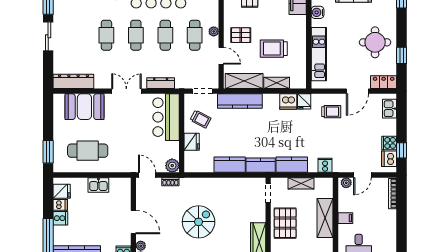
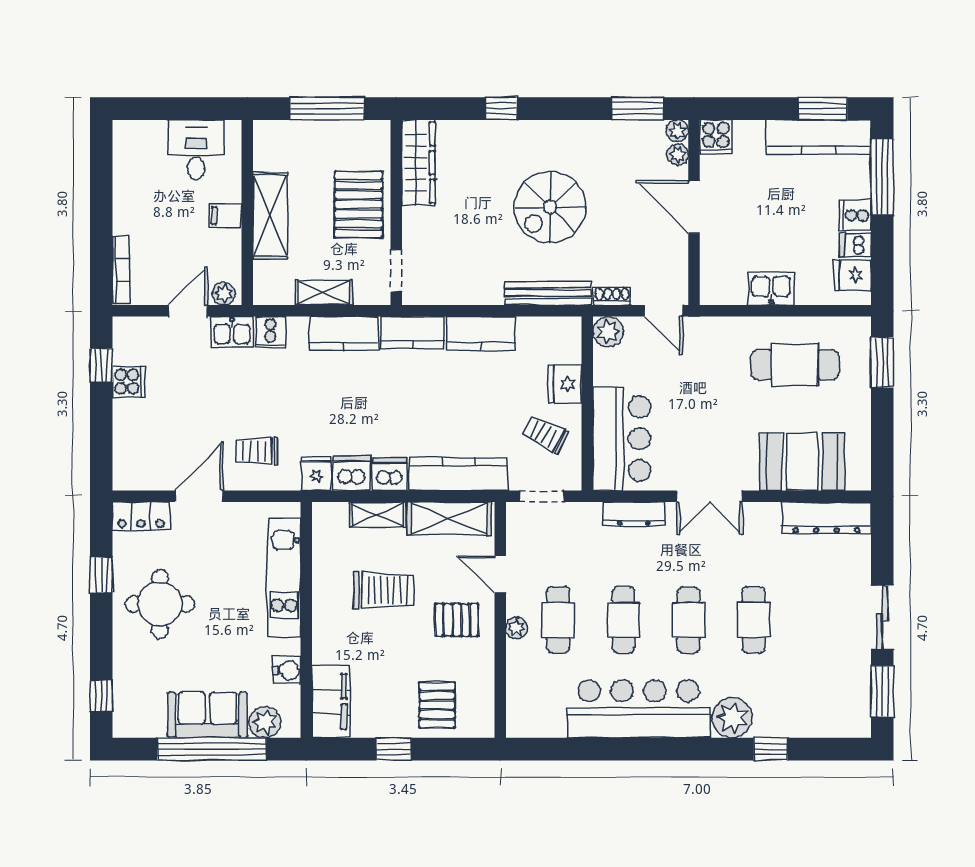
kitchen sink: (390, 109) -> (232, 332), moved, turned 90
dishwasher: (389, 159) -> (390, 474), moved, turned -90
bench: (200, 183) -> (548, 293), added

